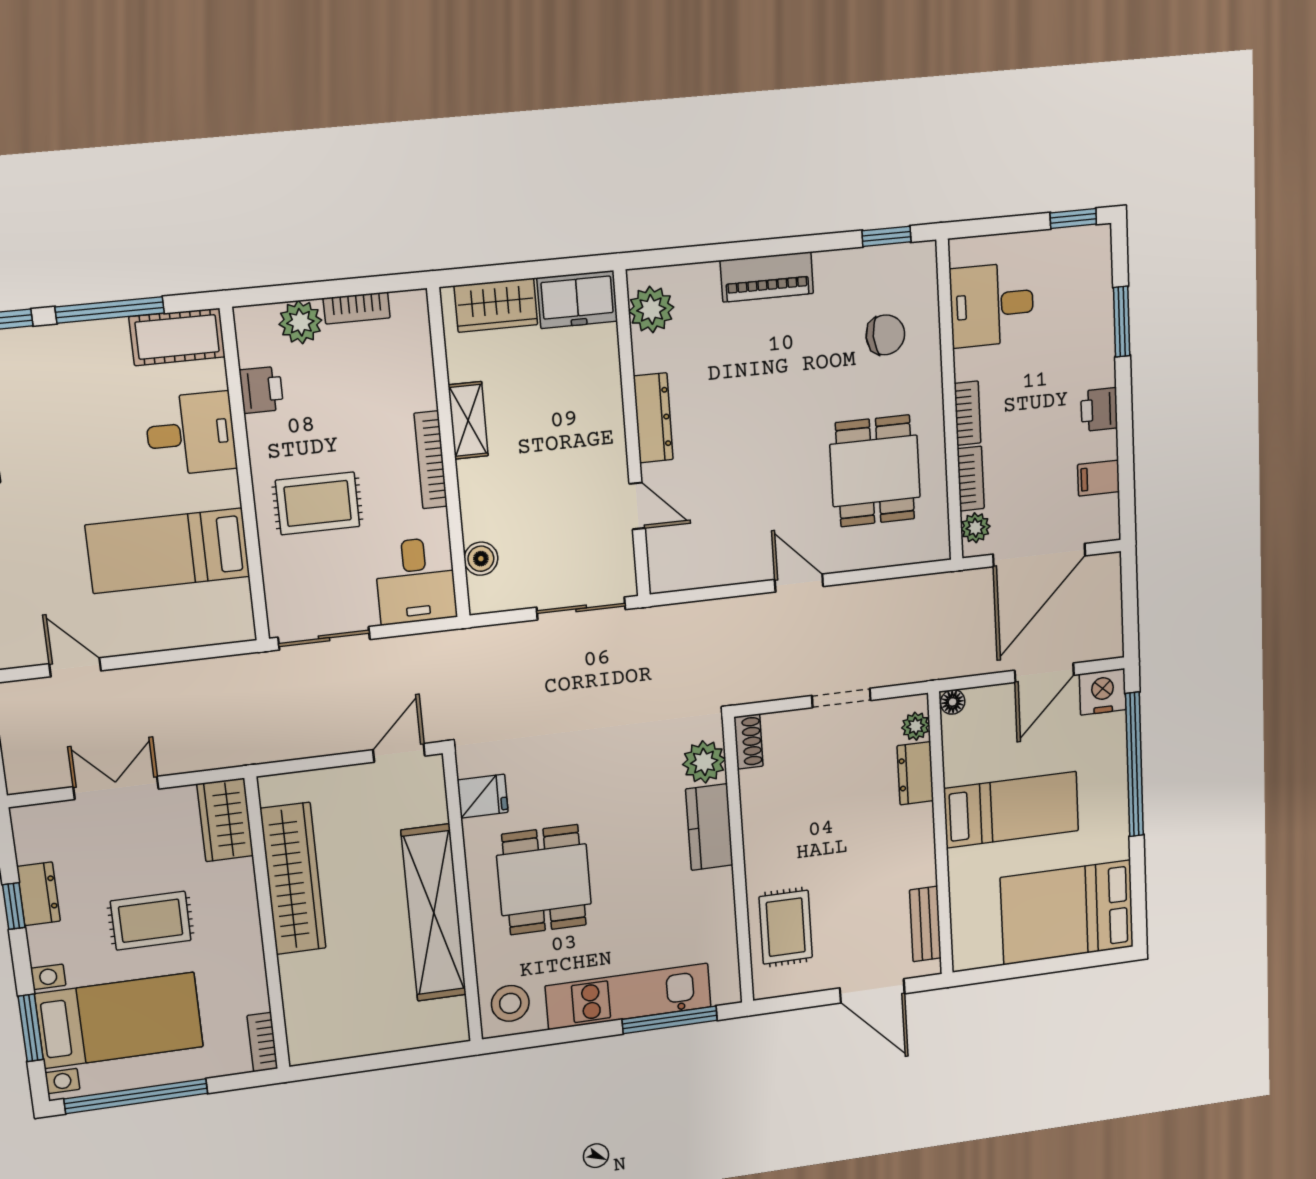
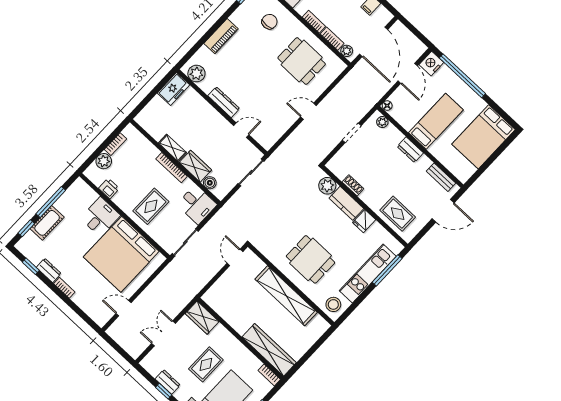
wardrobe: (496, 305) -> (195, 166), moved, turned -90
cot: (177, 337) -> (47, 223), moved
bed: (168, 551) -> (121, 254), width x2.04
shoe rack: (749, 742) -> (353, 185), moved
dresser: (915, 773) -> (410, 150), moved
fridge: (483, 796) -> (364, 221), moved, turned 180
wardrobe: (293, 879) -> (269, 350), moved

